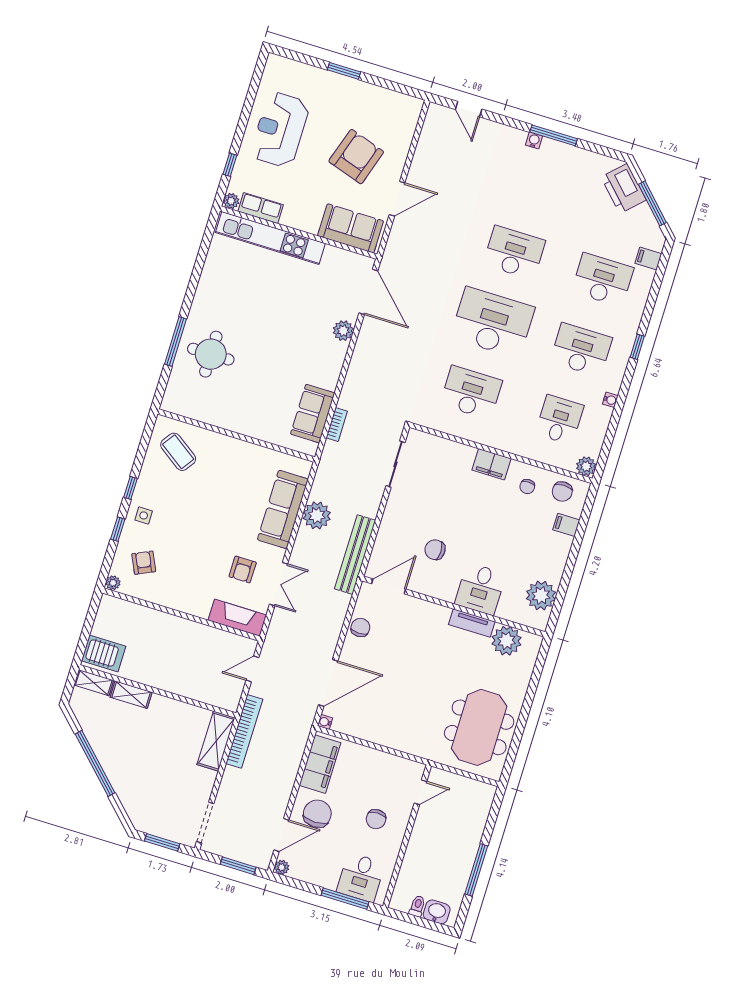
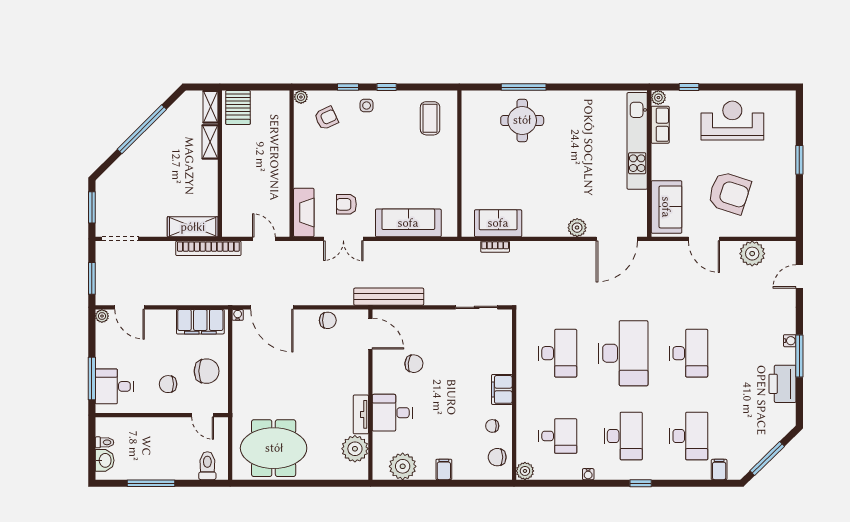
printer: (623, 188) -> (783, 384), moved, turned -46
coffee table: (178, 452) -> (430, 118), turned -35
plant: (317, 515) -> (752, 254), moved
filing cabinet: (566, 525) -> (444, 469), moved
chair: (435, 550) -> (414, 364), turned 96
toilet: (476, 804) -> (207, 466), added
chair: (317, 814) -> (207, 371), moved

